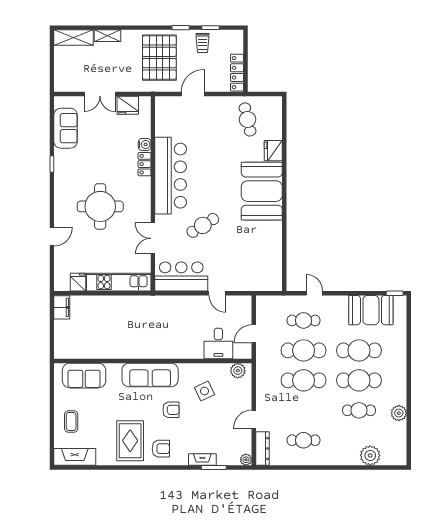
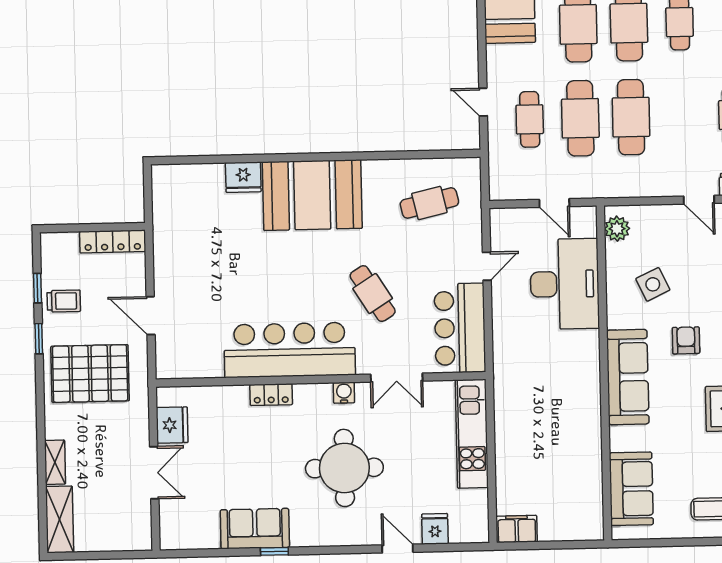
cafe table: (247, 119) -> (429, 203), moved
sofa: (66, 128) -> (255, 529), moved
water cooler: (145, 144) -> (344, 393), moved
fridge: (78, 282) -> (435, 529), moved, turned 90
door: (314, 293) -> (483, 102), hinge flipped
desk: (218, 344) -> (565, 284), width x1.87, depth x1.30

